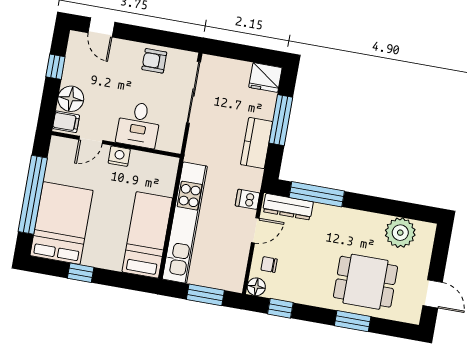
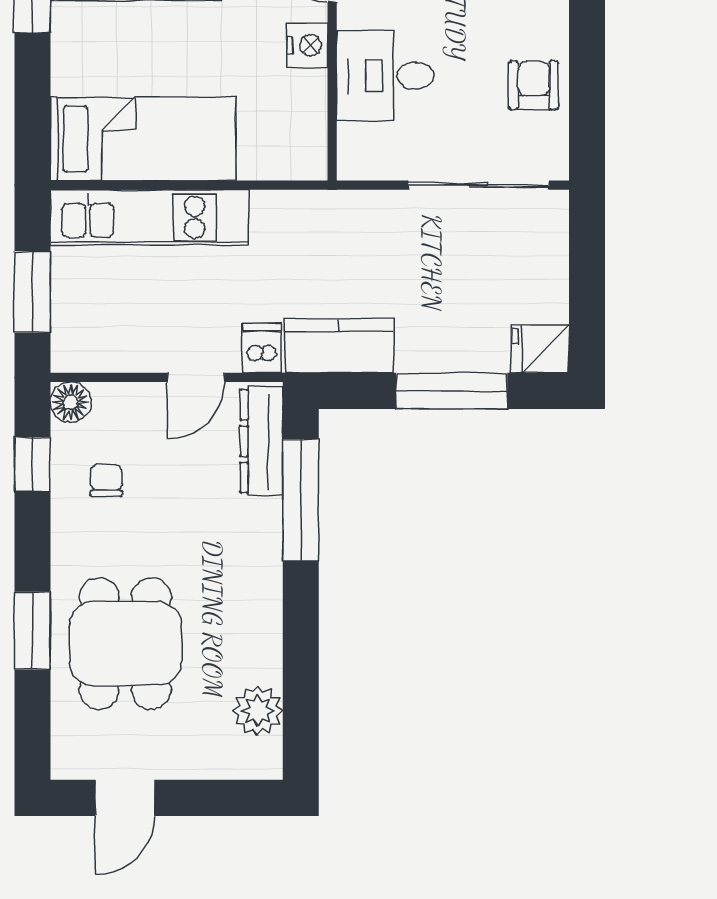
fridge: (265, 78) -> (540, 349), width x0.72
kitchen counter: (257, 143) -> (339, 346), moved
kitchen unit: (185, 223) -> (149, 218), width x0.73
door: (255, 230) -> (196, 377), hinge flipped
plant: (400, 233) -> (258, 711), width x0.73, depth x0.73
chair: (269, 265) -> (106, 481), moved

